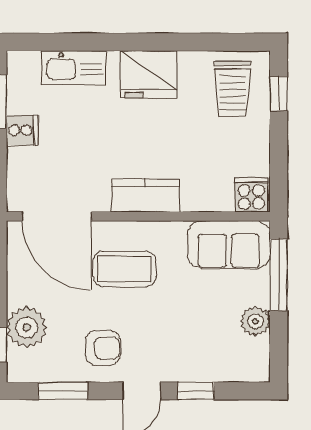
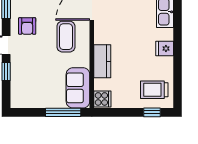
fridge: (149, 74) -> (165, 48), width x0.53, depth x0.75
kitchen counter: (145, 195) -> (102, 61), moved
plant: (255, 321) -> (40, 101), removed

